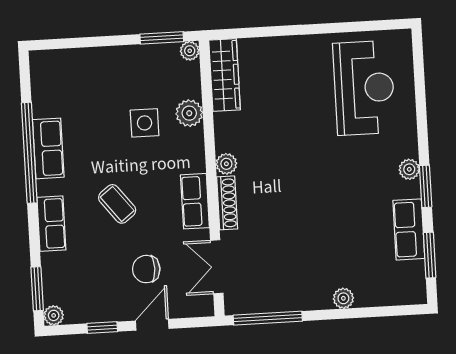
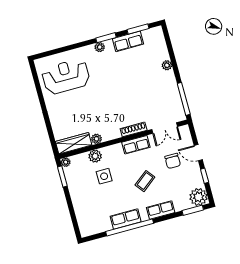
plant: (226, 164) -> (96, 139), moved
plant: (54, 315) -> (199, 197), width x1.88, depth x1.88

